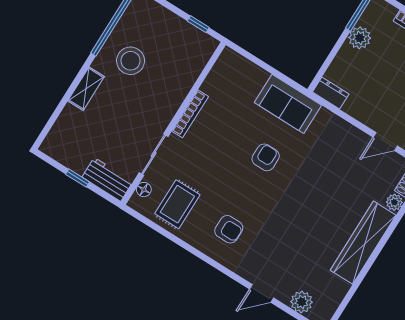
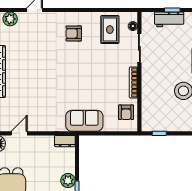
armchair: (266, 157) -> (126, 112), moved
workbench: (107, 179) -> (169, 19), moved

